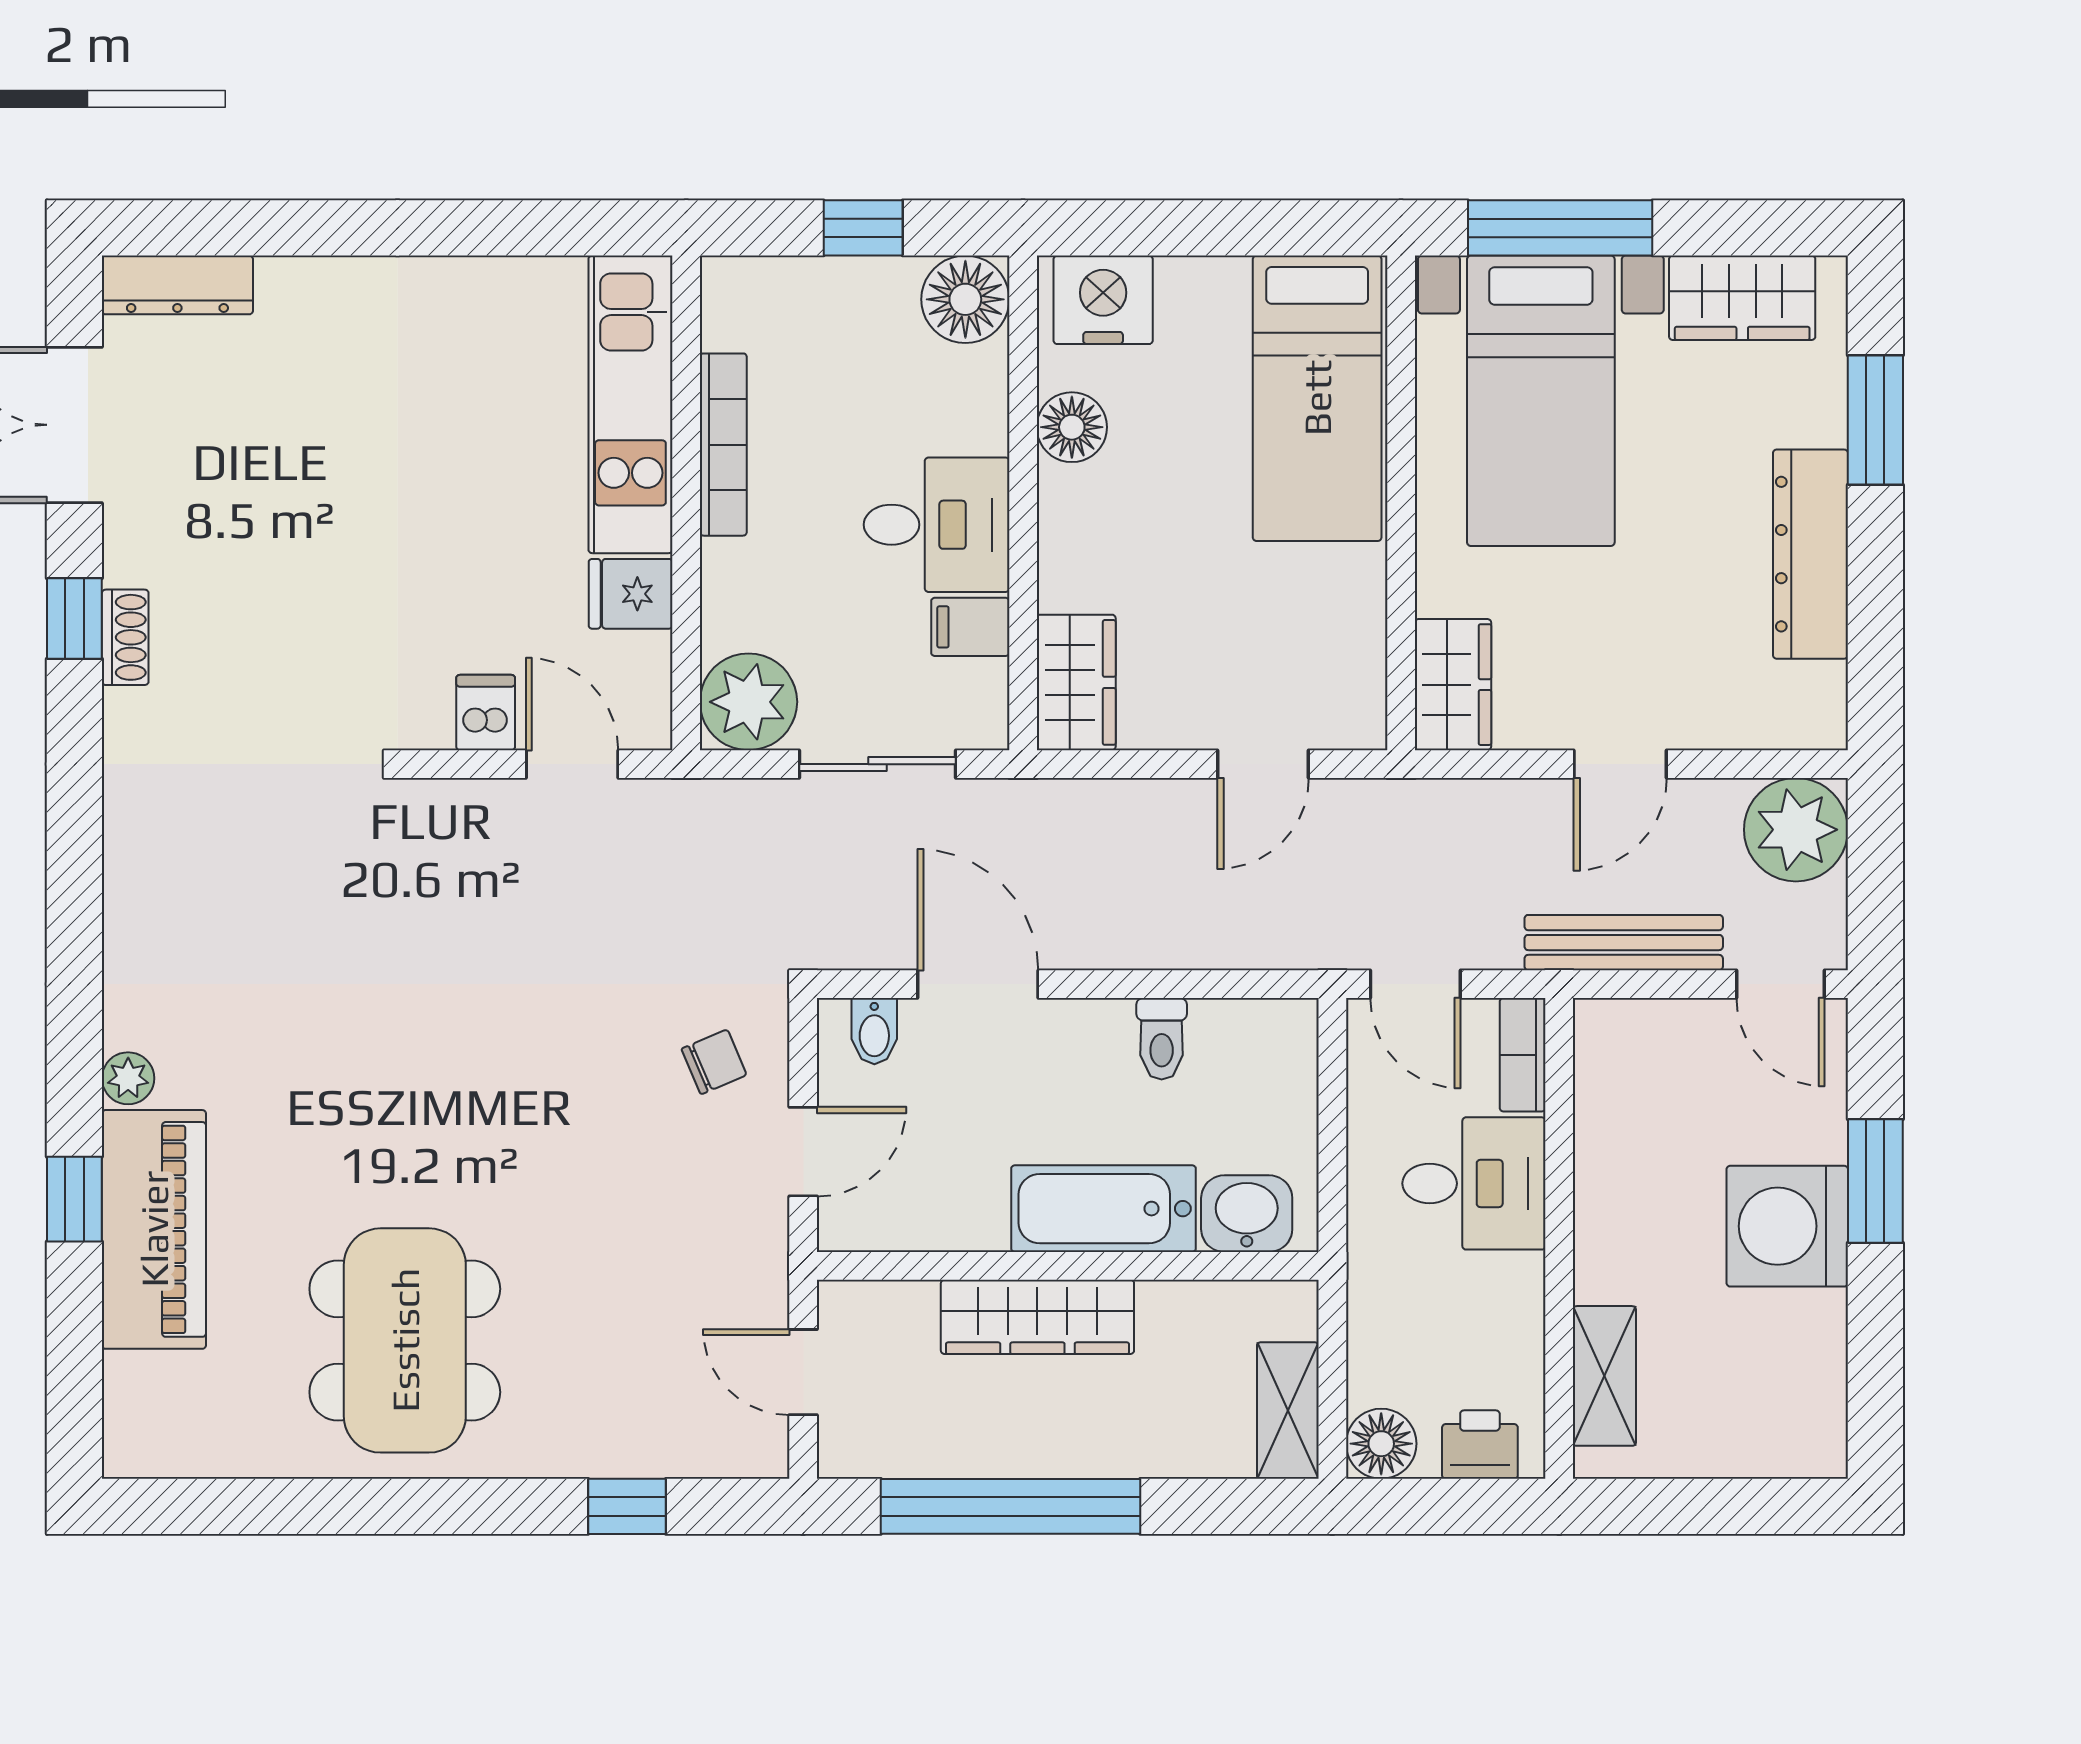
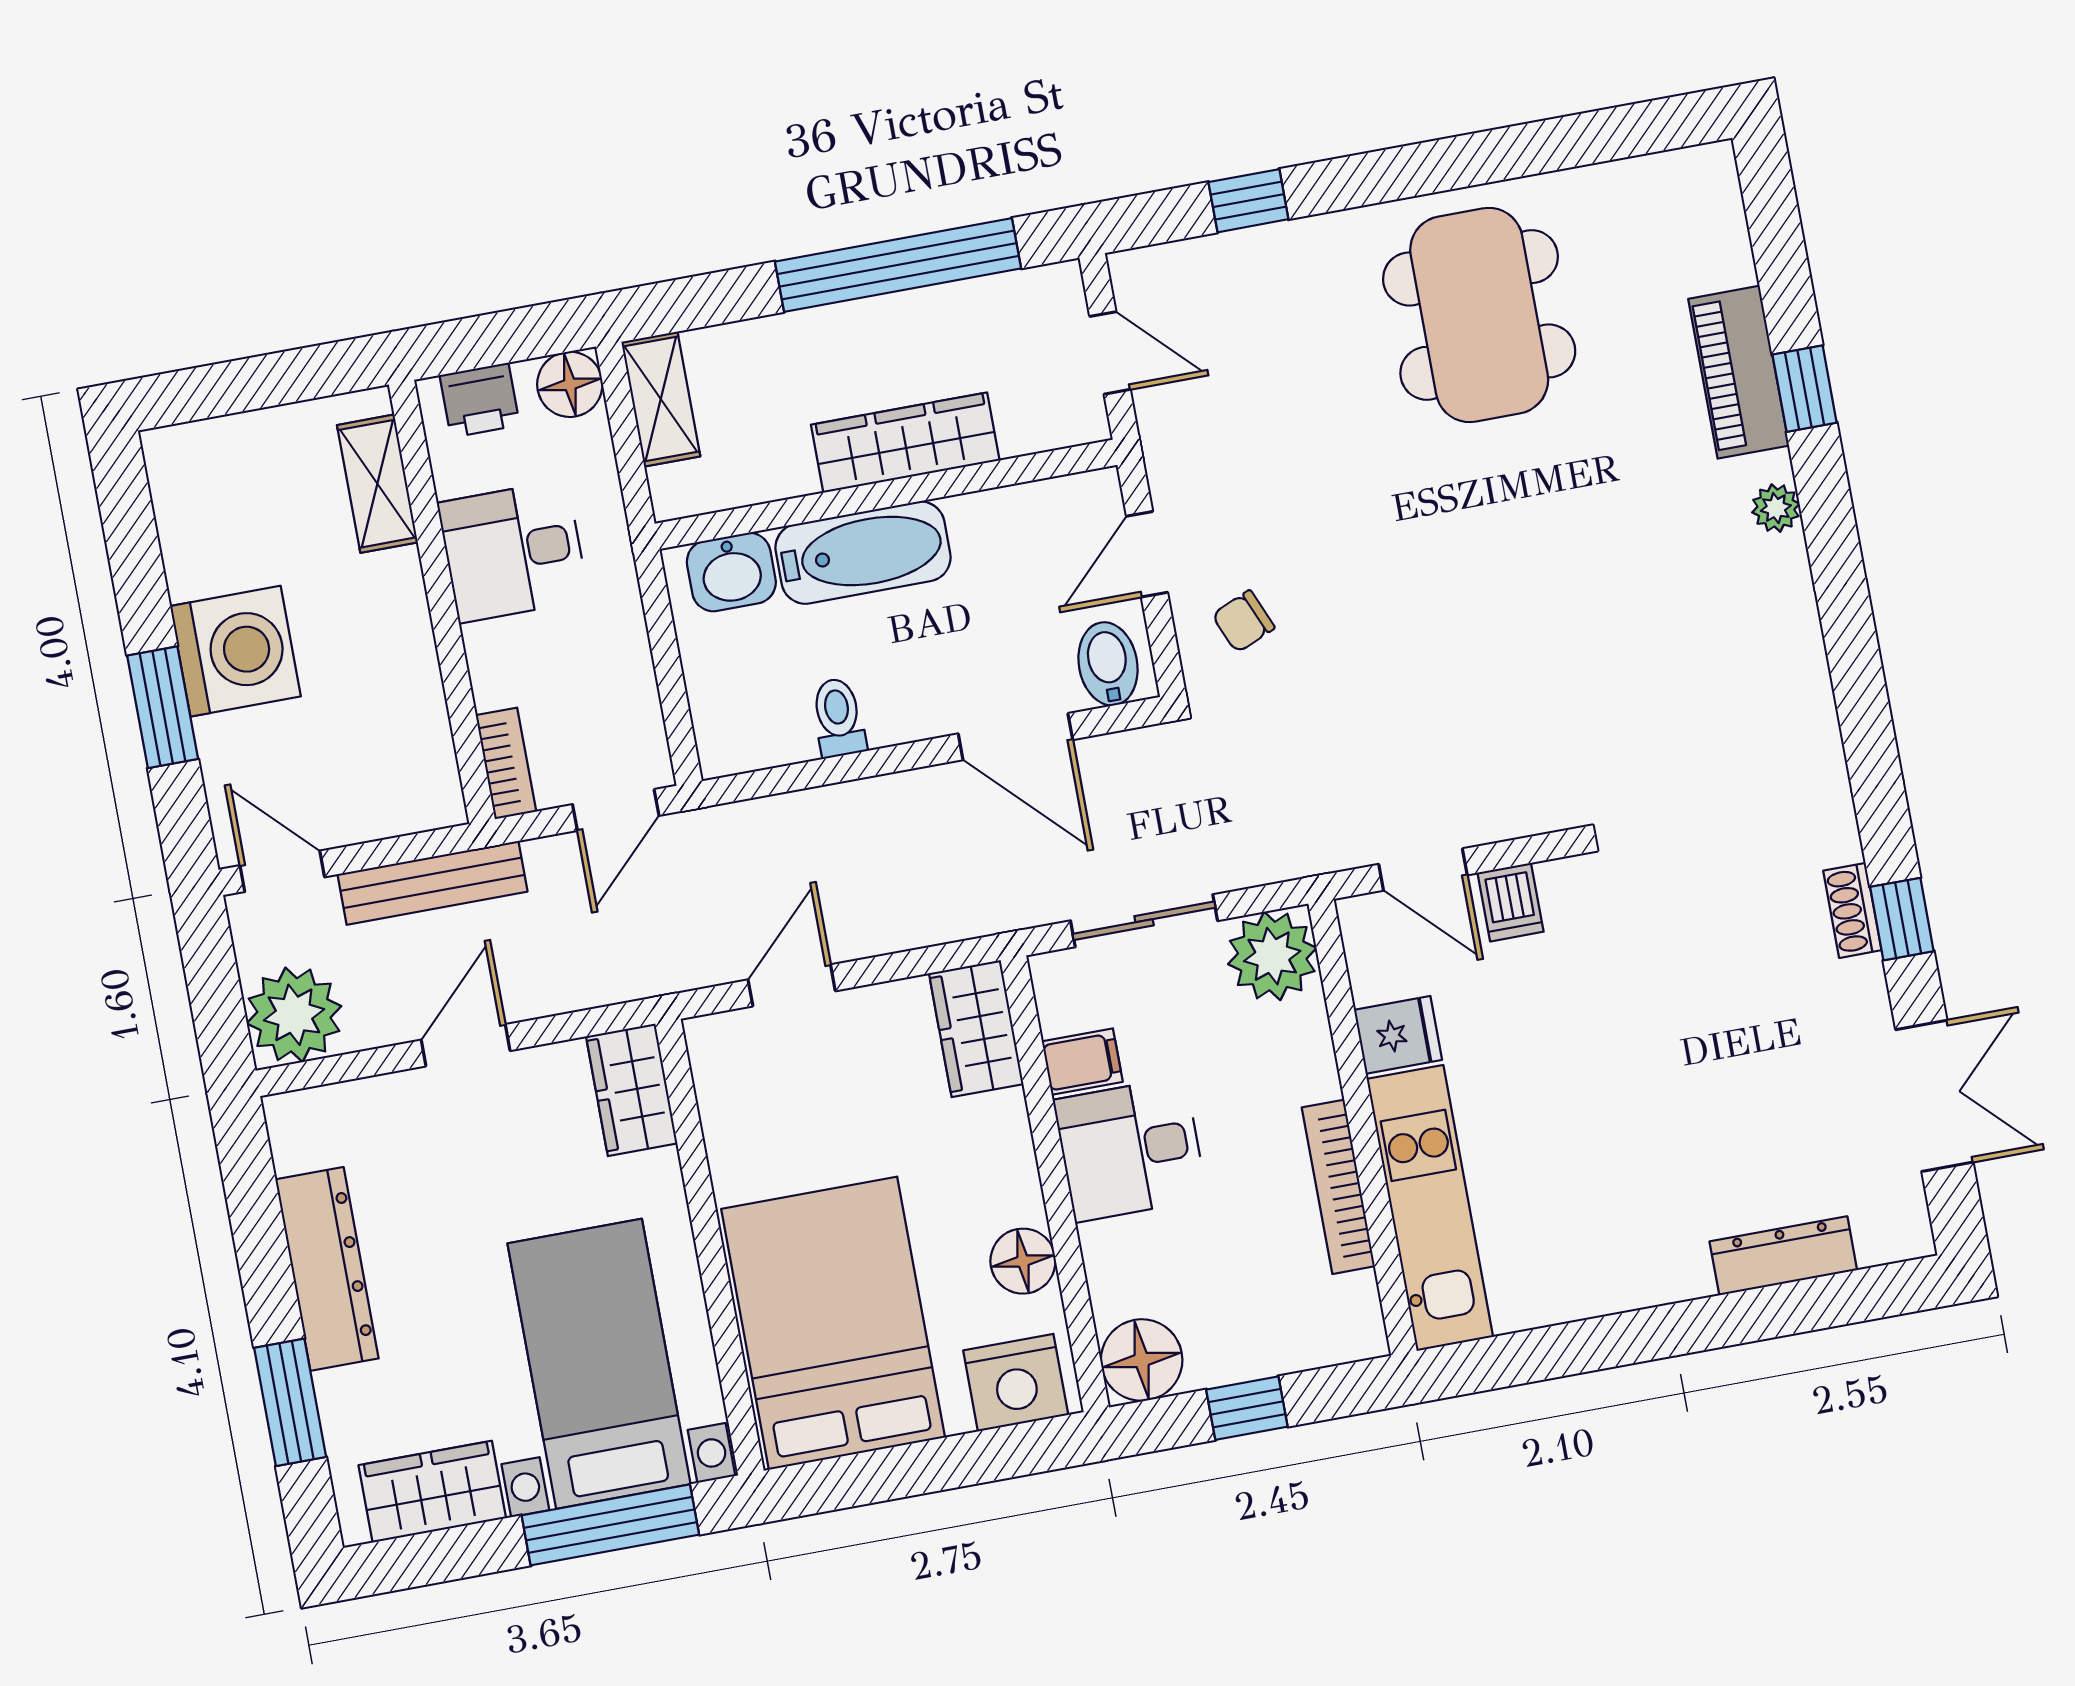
dresser: (177, 285) -> (1783, 1256), moved
bed: (1317, 398) -> (833, 1323), width x1.50
door: (1415, 984) -> (616, 810), swing flipped
bidet: (874, 1031) -> (1108, 664), width x1.38, depth x1.36
desk: (1474, 1183) -> (513, 551), moved
piano: (154, 1229) -> (1739, 372), width x0.73, depth x0.75

